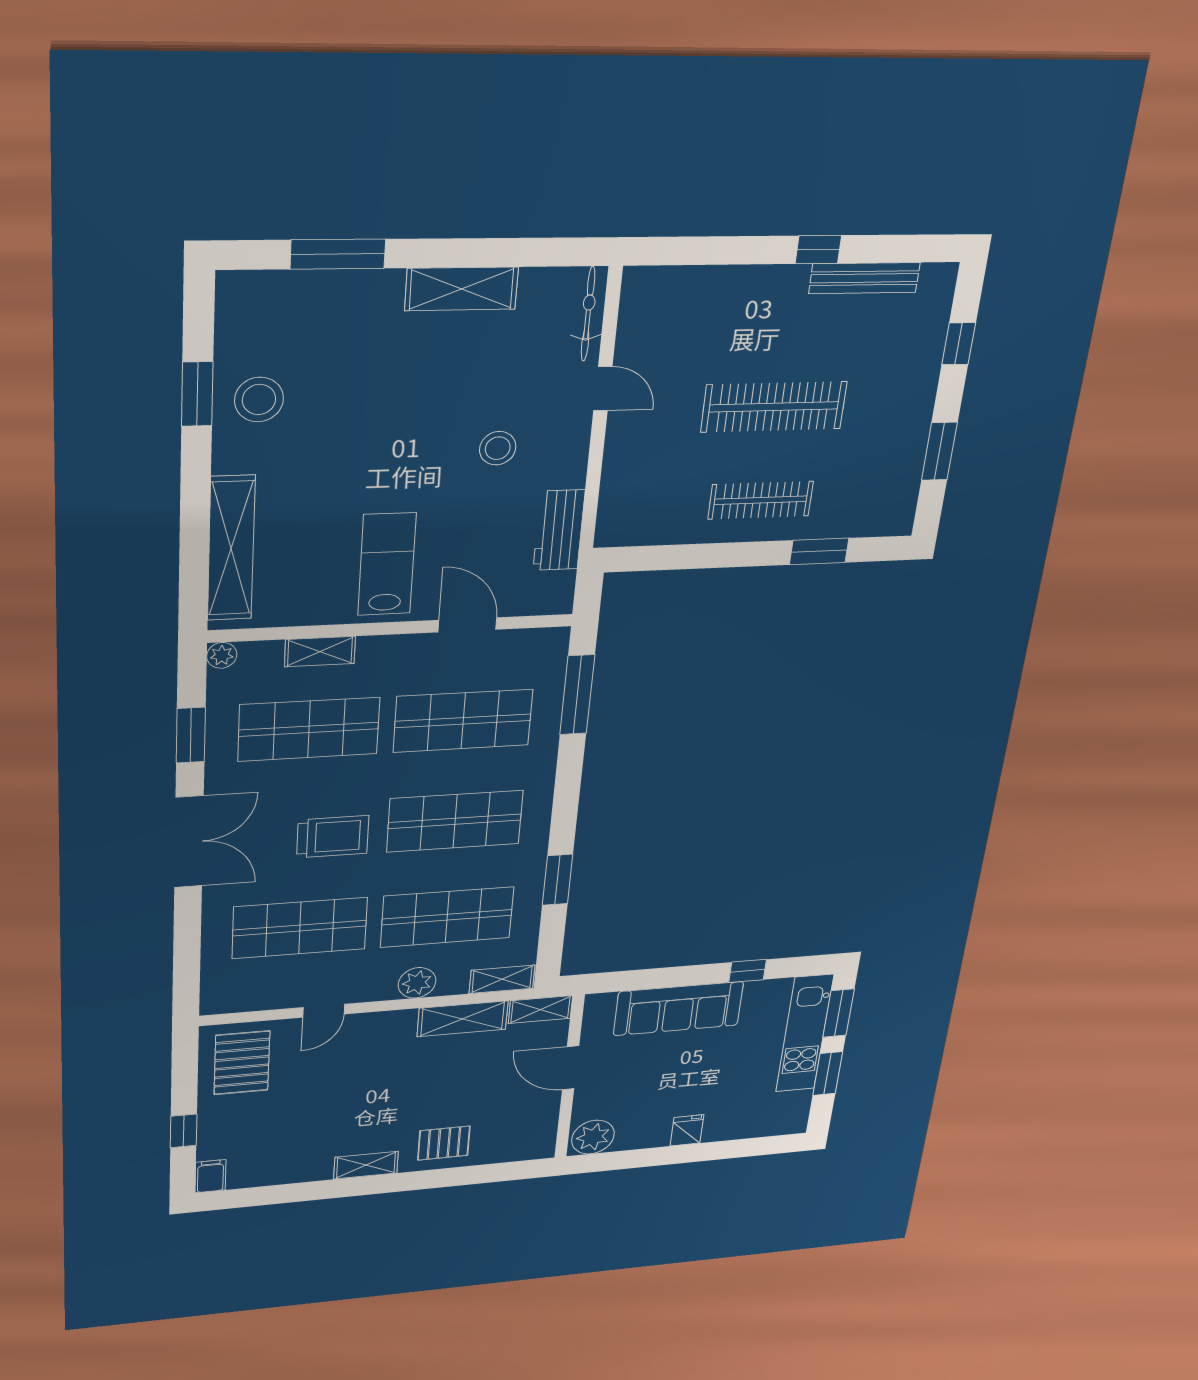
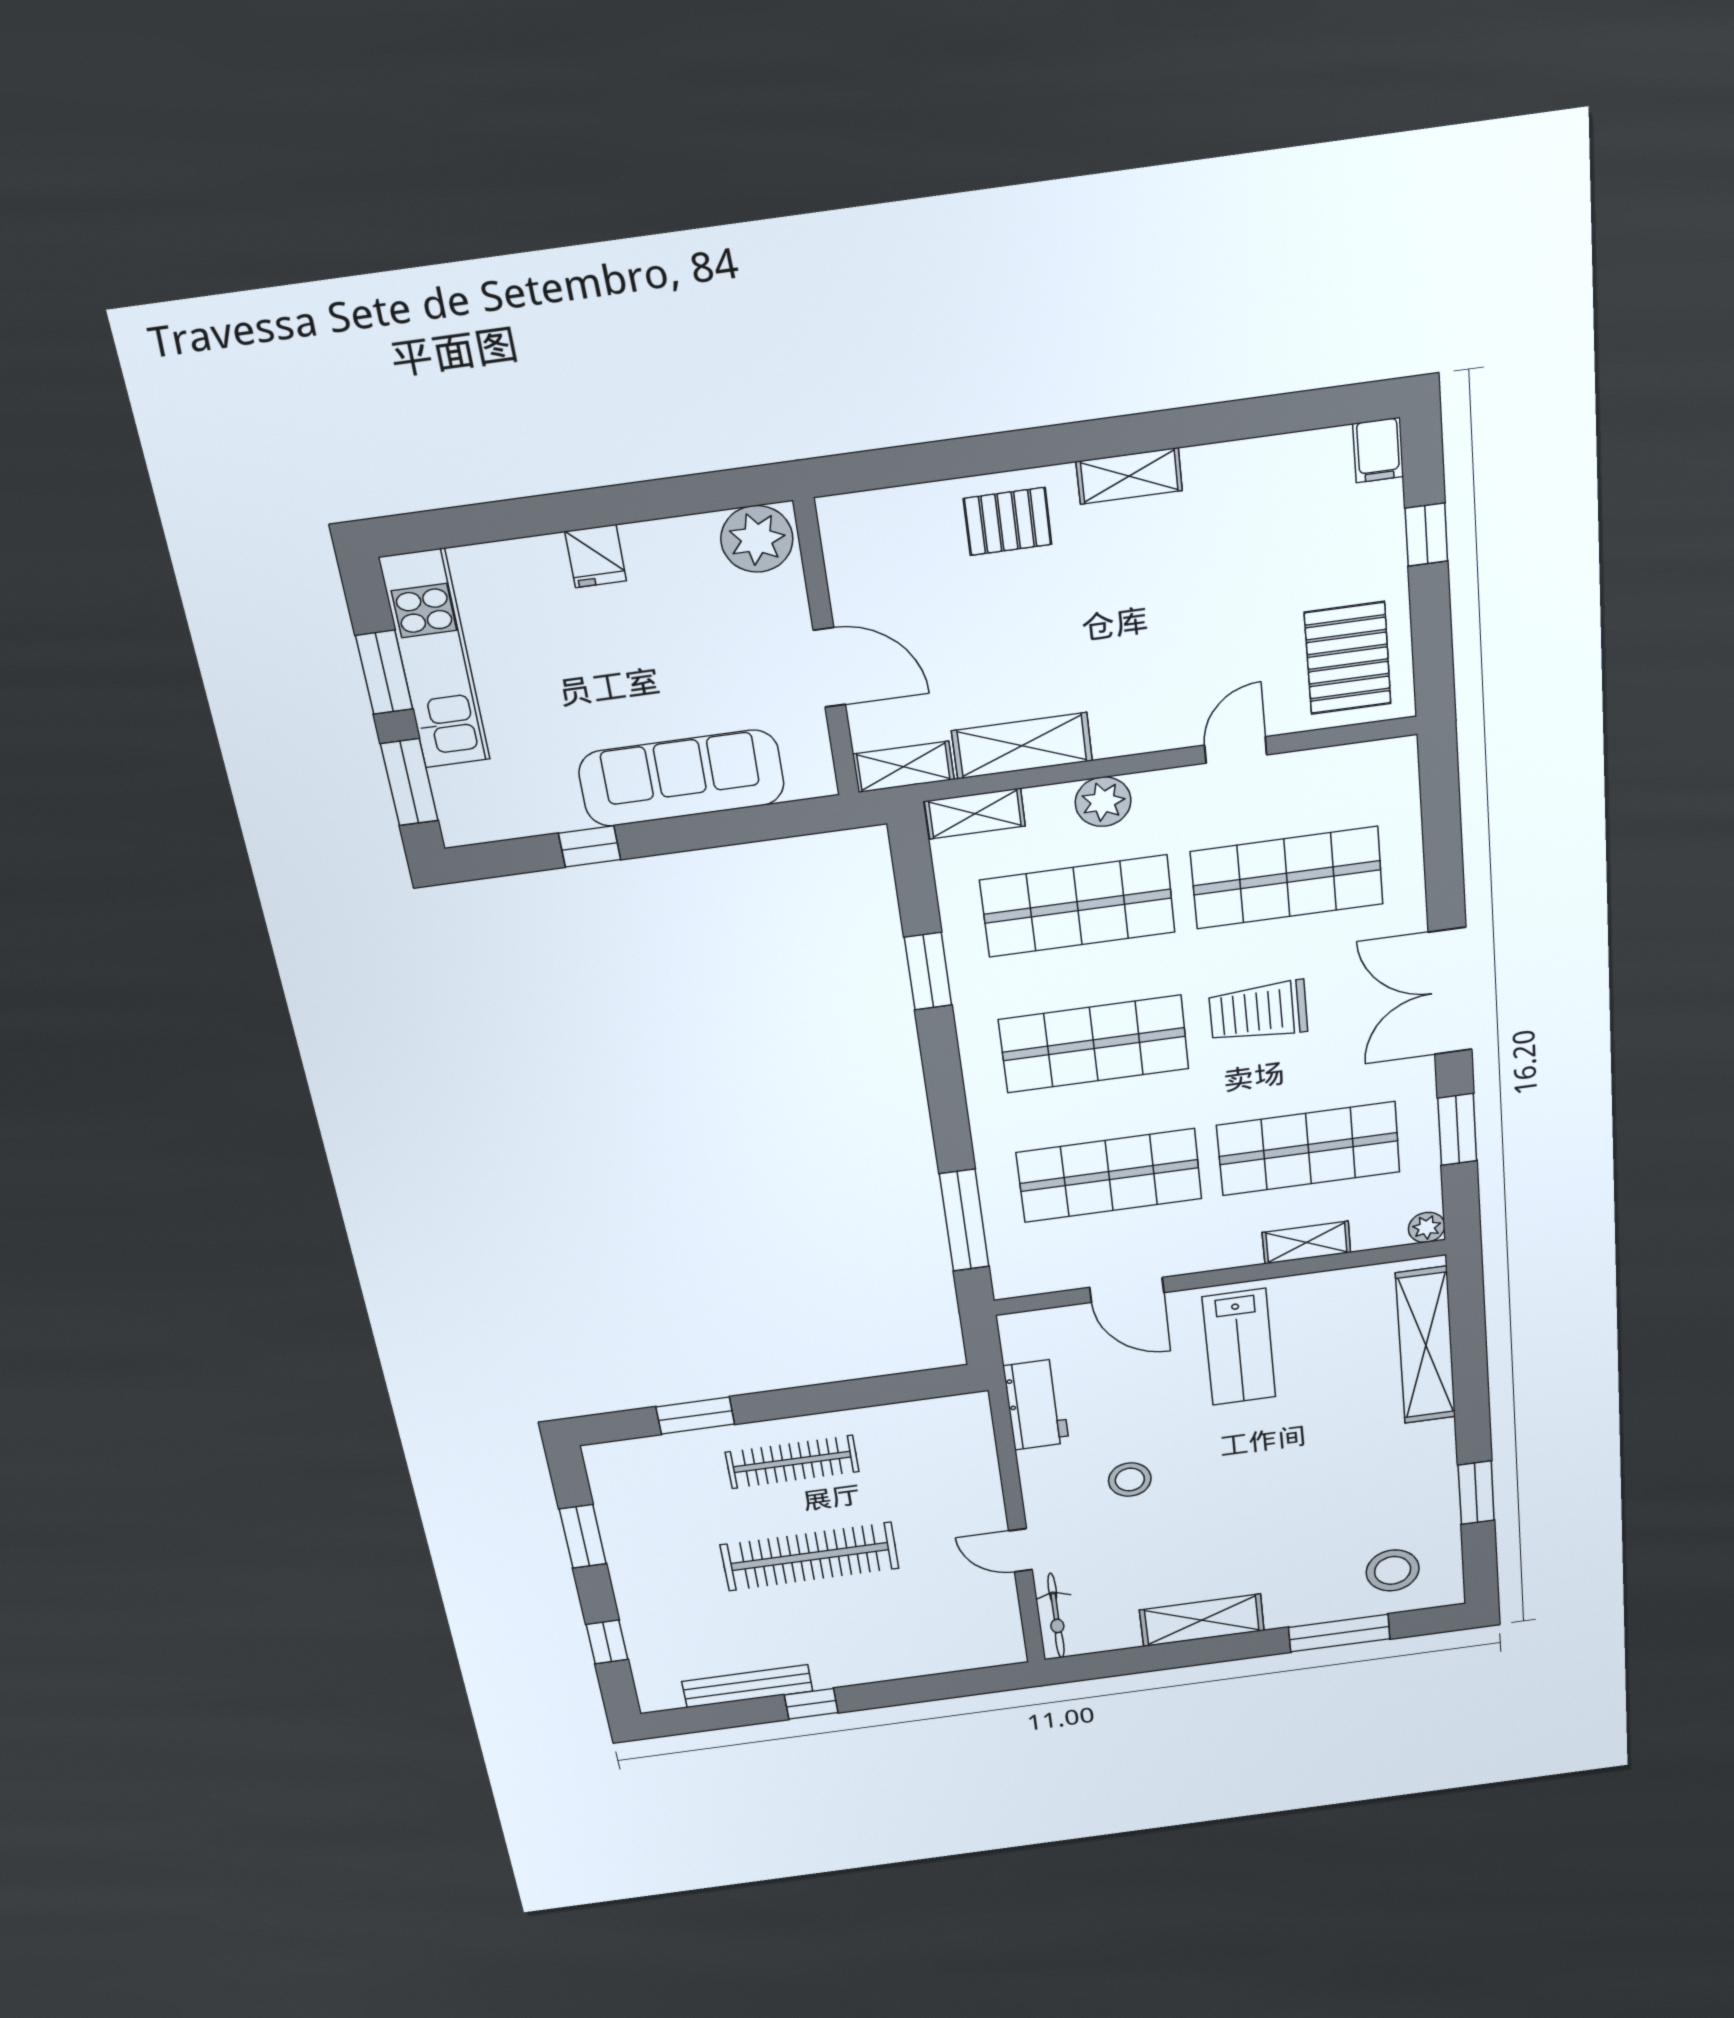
stool: (259, 399) -> (1393, 1570), moved
kitchen unit: (805, 1033) -> (435, 660), moved

